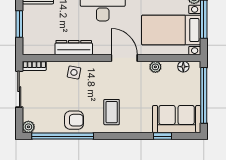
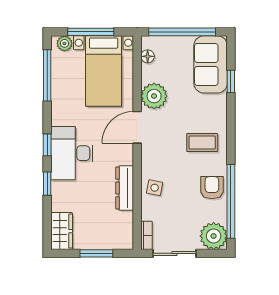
plant: (155, 67) -> (154, 96), width x1.88, depth x1.88
plant: (28, 127) -> (214, 236), width x1.88, depth x1.88

